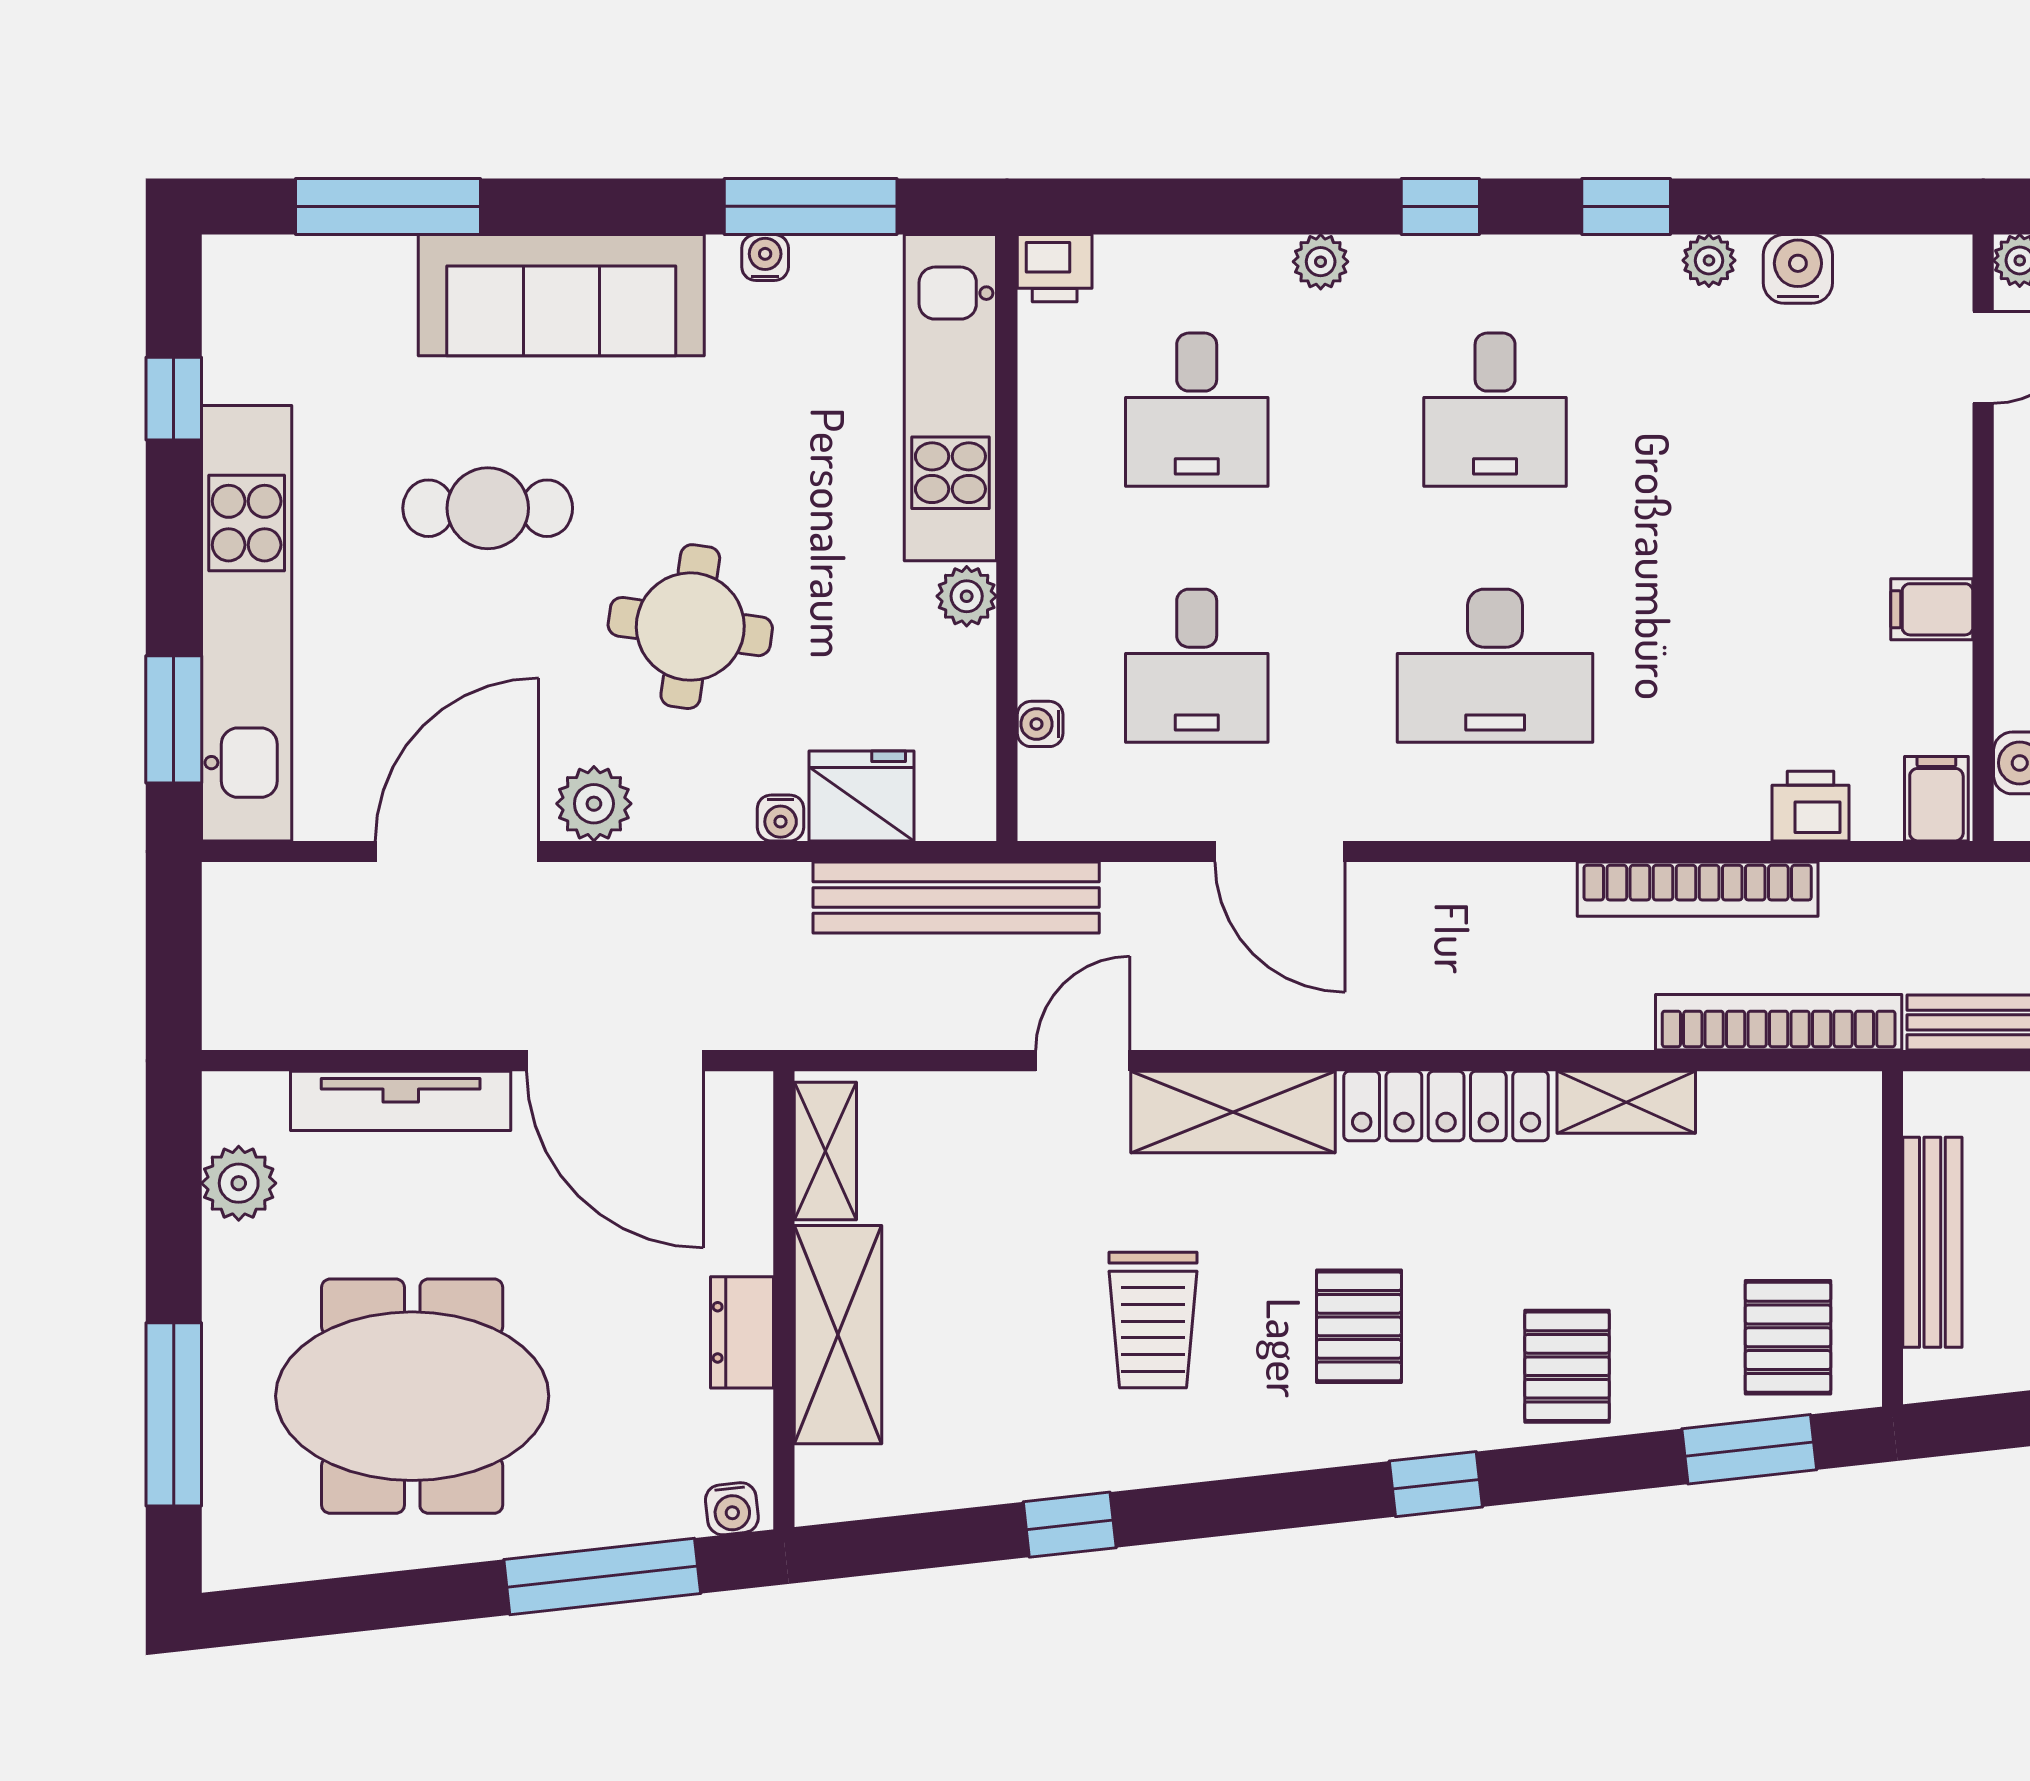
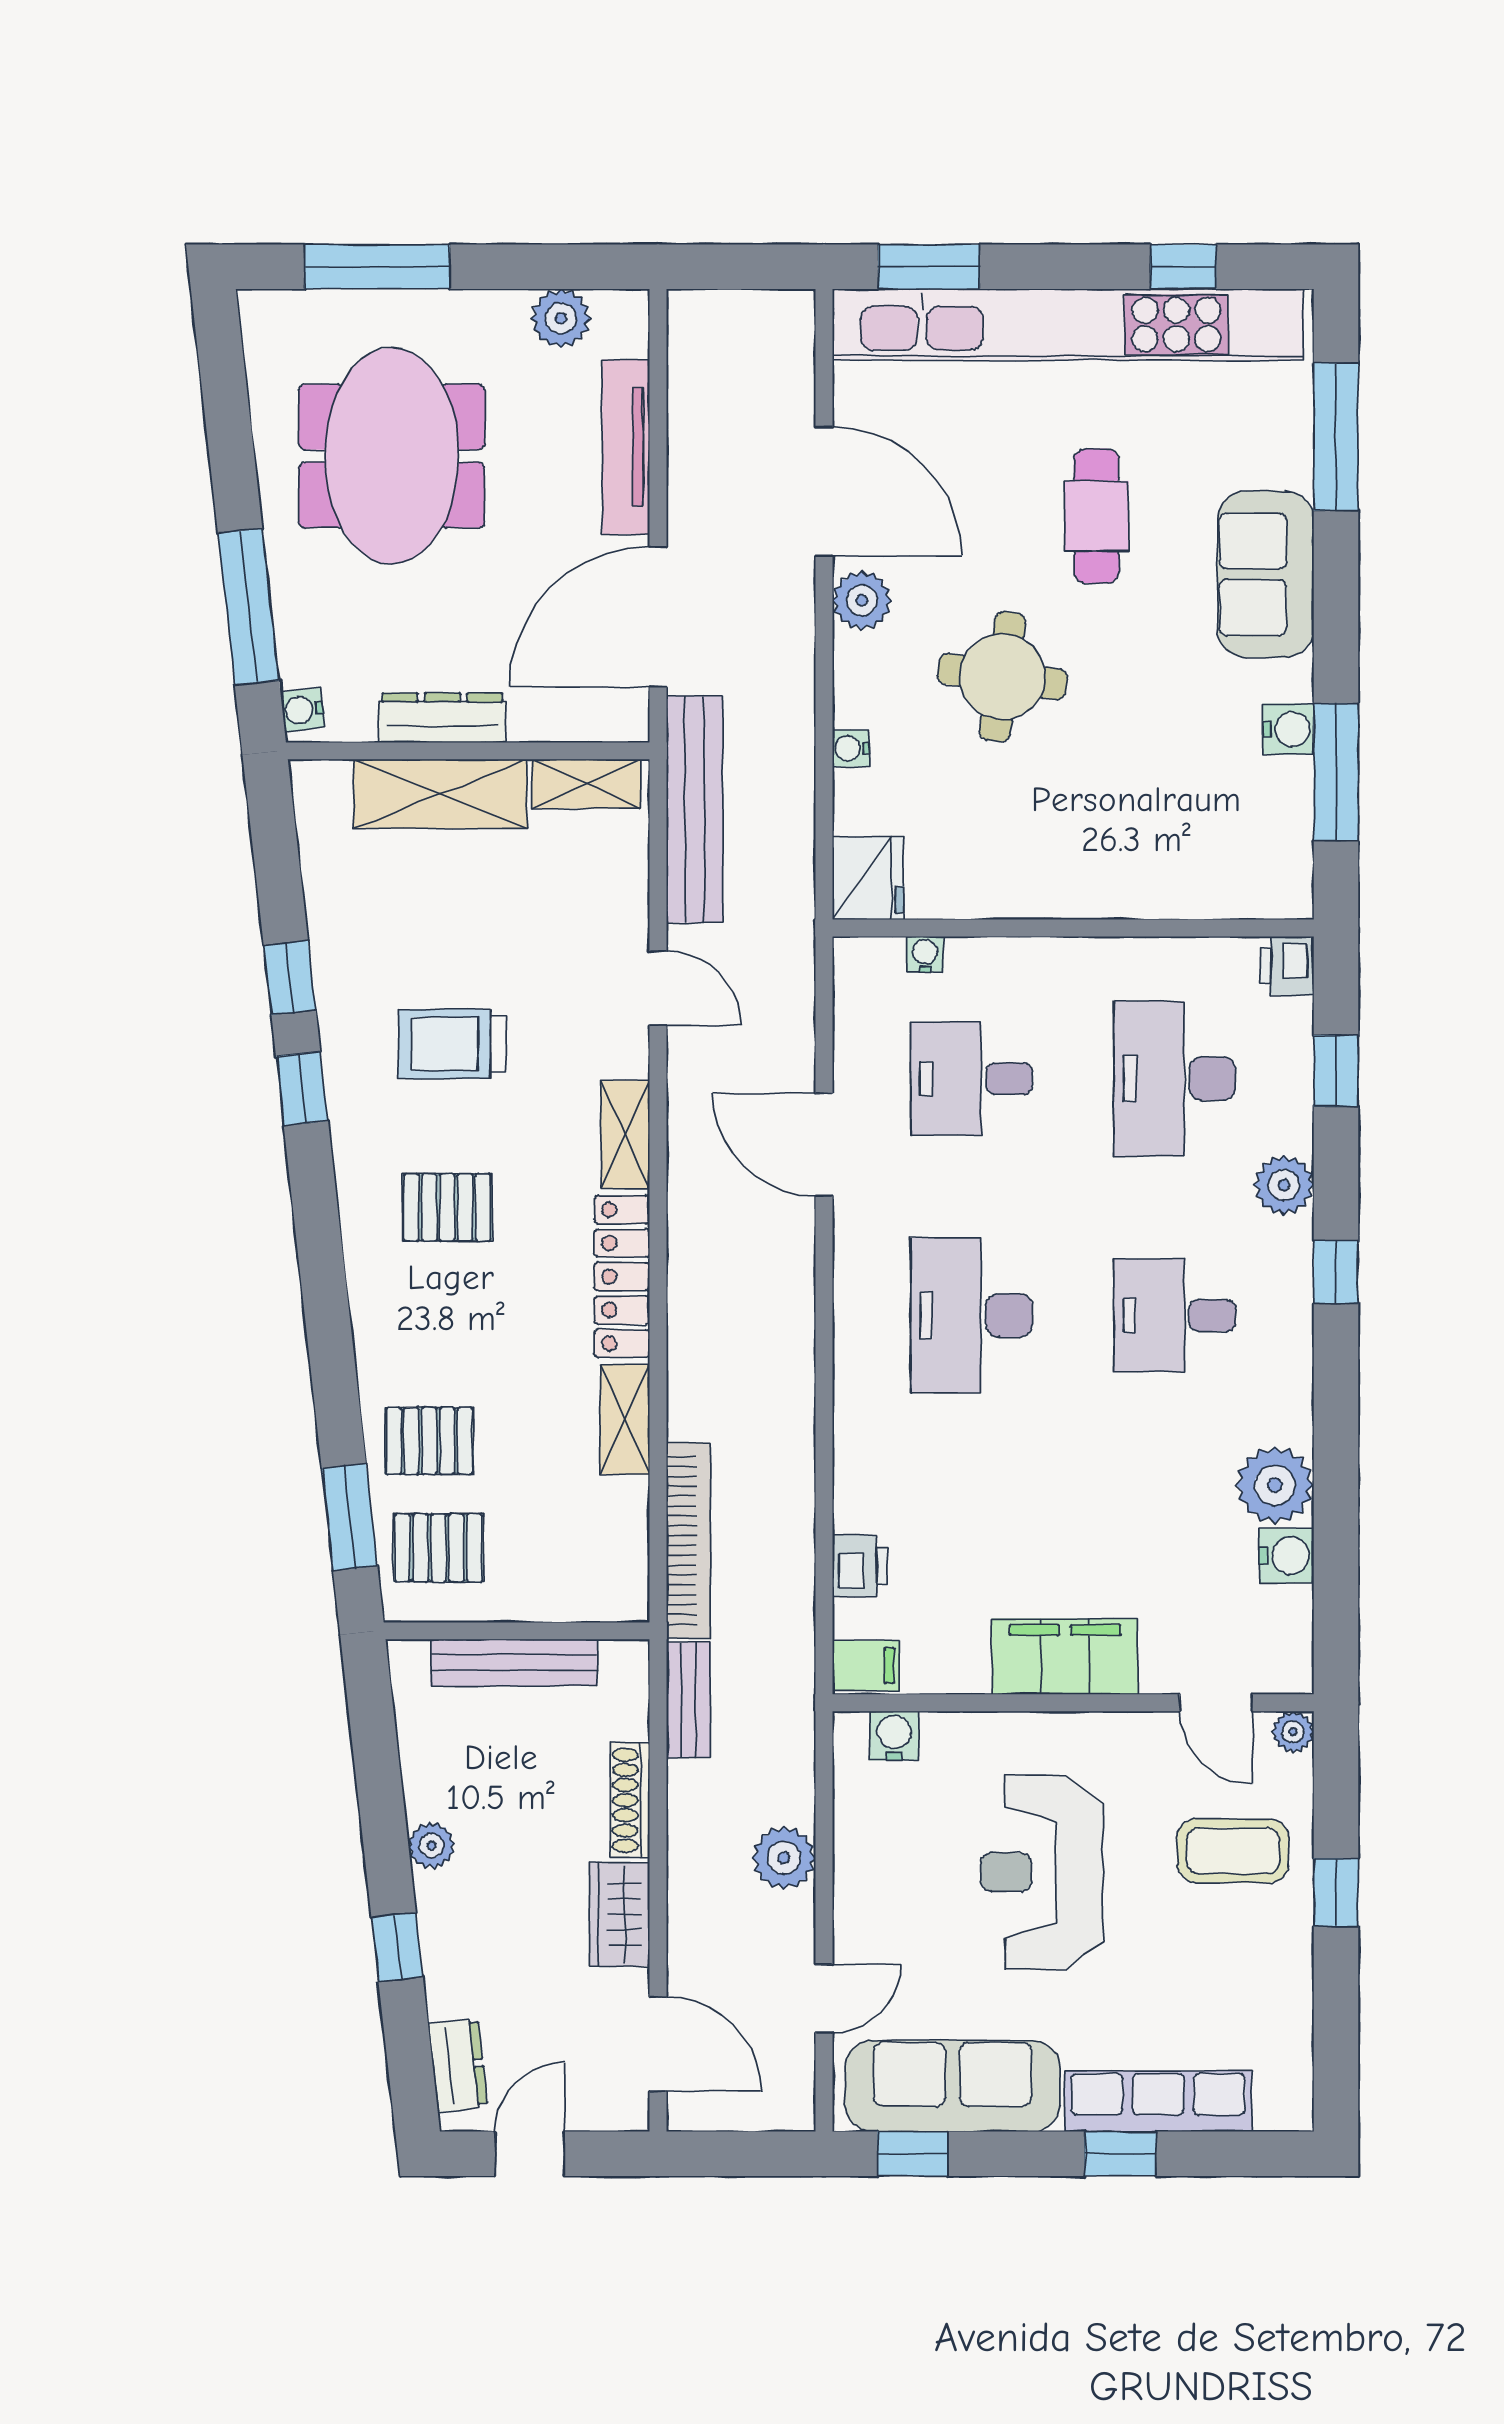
window: (1626, 206) -> (1336, 1071), moved
water cooler: (765, 258) -> (1288, 729), width x1.38, depth x1.38
plant: (1709, 260) -> (1275, 1485), width x1.88, depth x1.88
plant: (1321, 262) -> (1284, 1185), width x1.38, depth x1.38
sofa: (561, 295) -> (1266, 574), width x0.73
kitchen unit: (950, 398) -> (1184, 883), removed
desk: (1197, 410) -> (1175, 1079), width x1.37
plant: (967, 596) -> (1027, 896), removed
filing cabinet: (1932, 609) -> (1065, 1657), width x3.00, depth x1.17
kitchen unit: (247, 623) -> (1068, 325), width x1.36
fridge: (862, 796) -> (868, 878), moved
door: (1280, 851) -> (824, 1145), hinge flipped
bookcase: (1698, 889) -> (794, 1476), removed
bench: (956, 897) -> (694, 809), moved
shelving: (1233, 1112) -> (625, 1134), width x0.67, depth x0.75
dresser: (742, 1332) -> (442, 718), width x1.44
pallet: (1567, 1366) -> (429, 1441), moved
window: (1436, 1484) -> (302, 1089), moved

